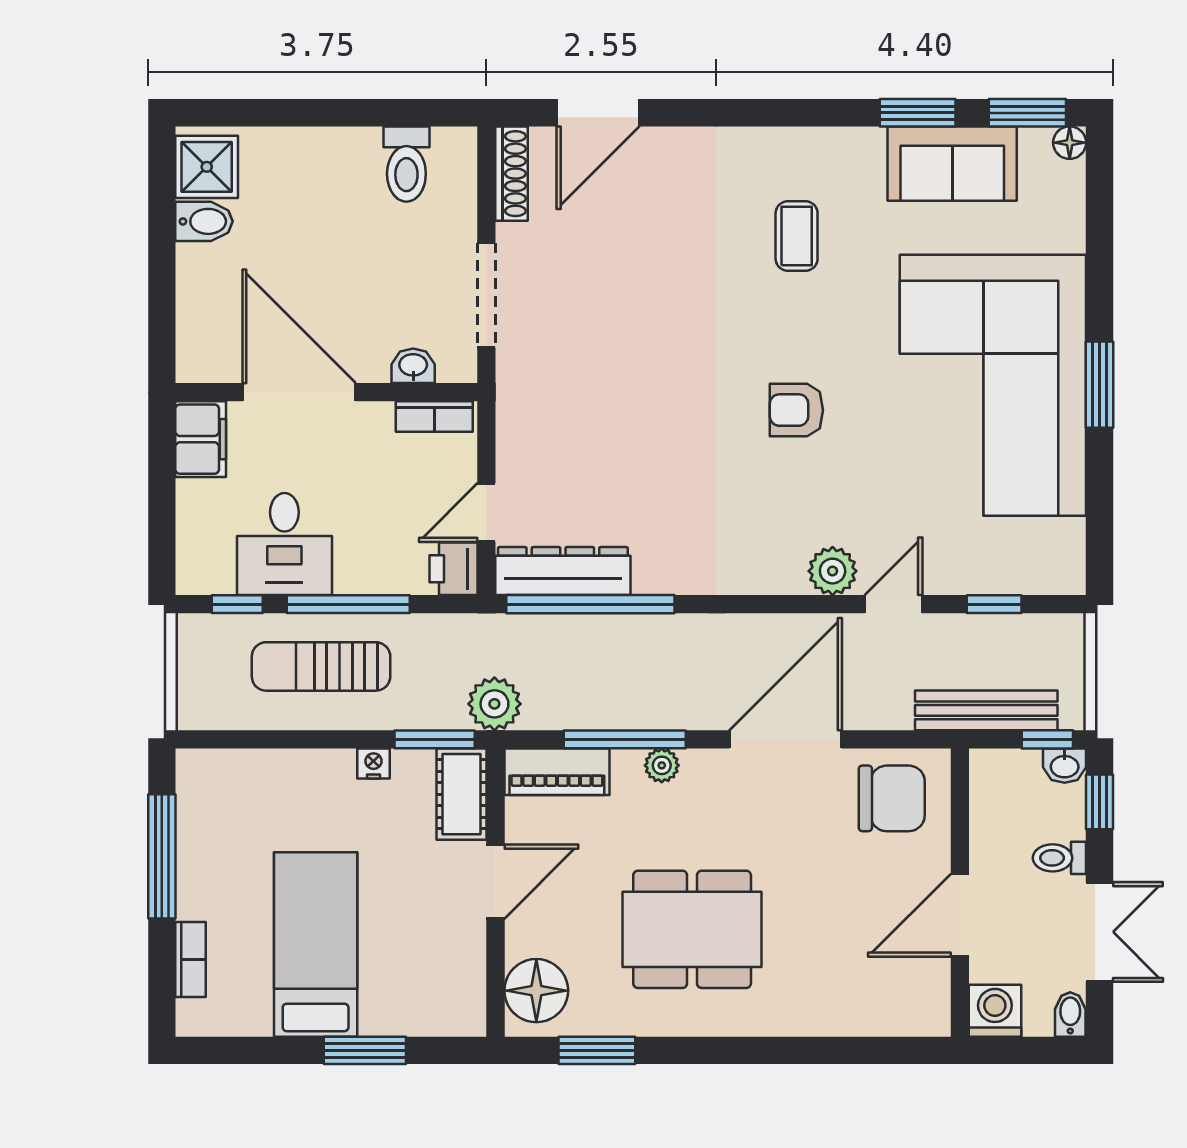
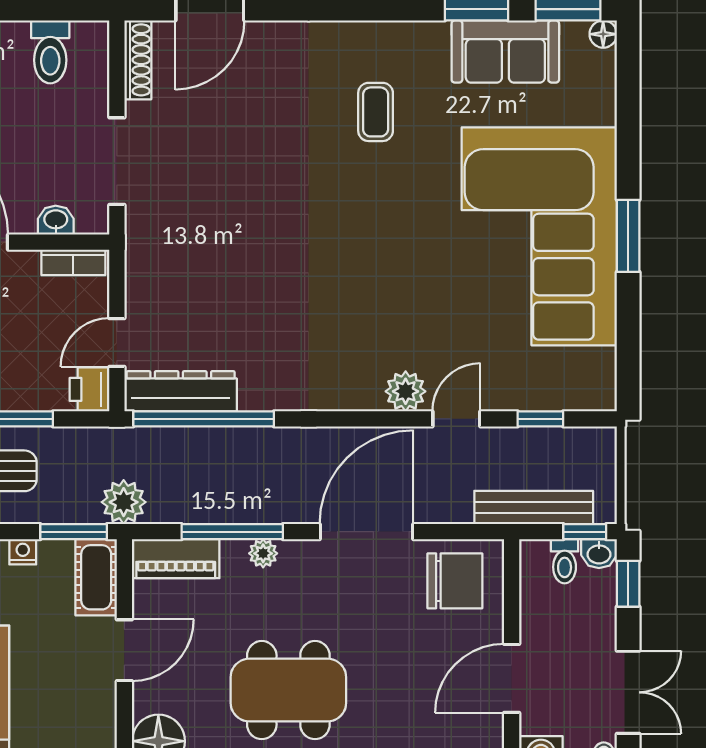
armchair: (796, 410) -> (375, 257), removed
toilet: (1059, 858) -> (565, 561), moved, turned -90

